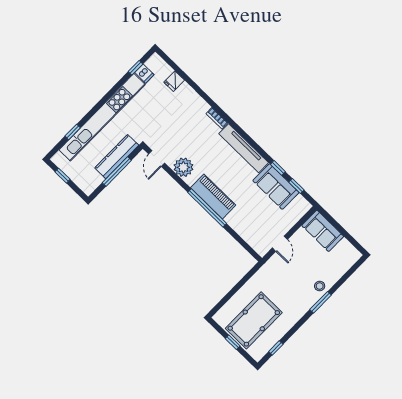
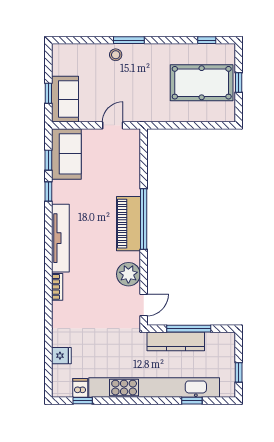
sofa: (276, 187) -> (66, 154), moved
window: (336, 224) -> (48, 93), added

